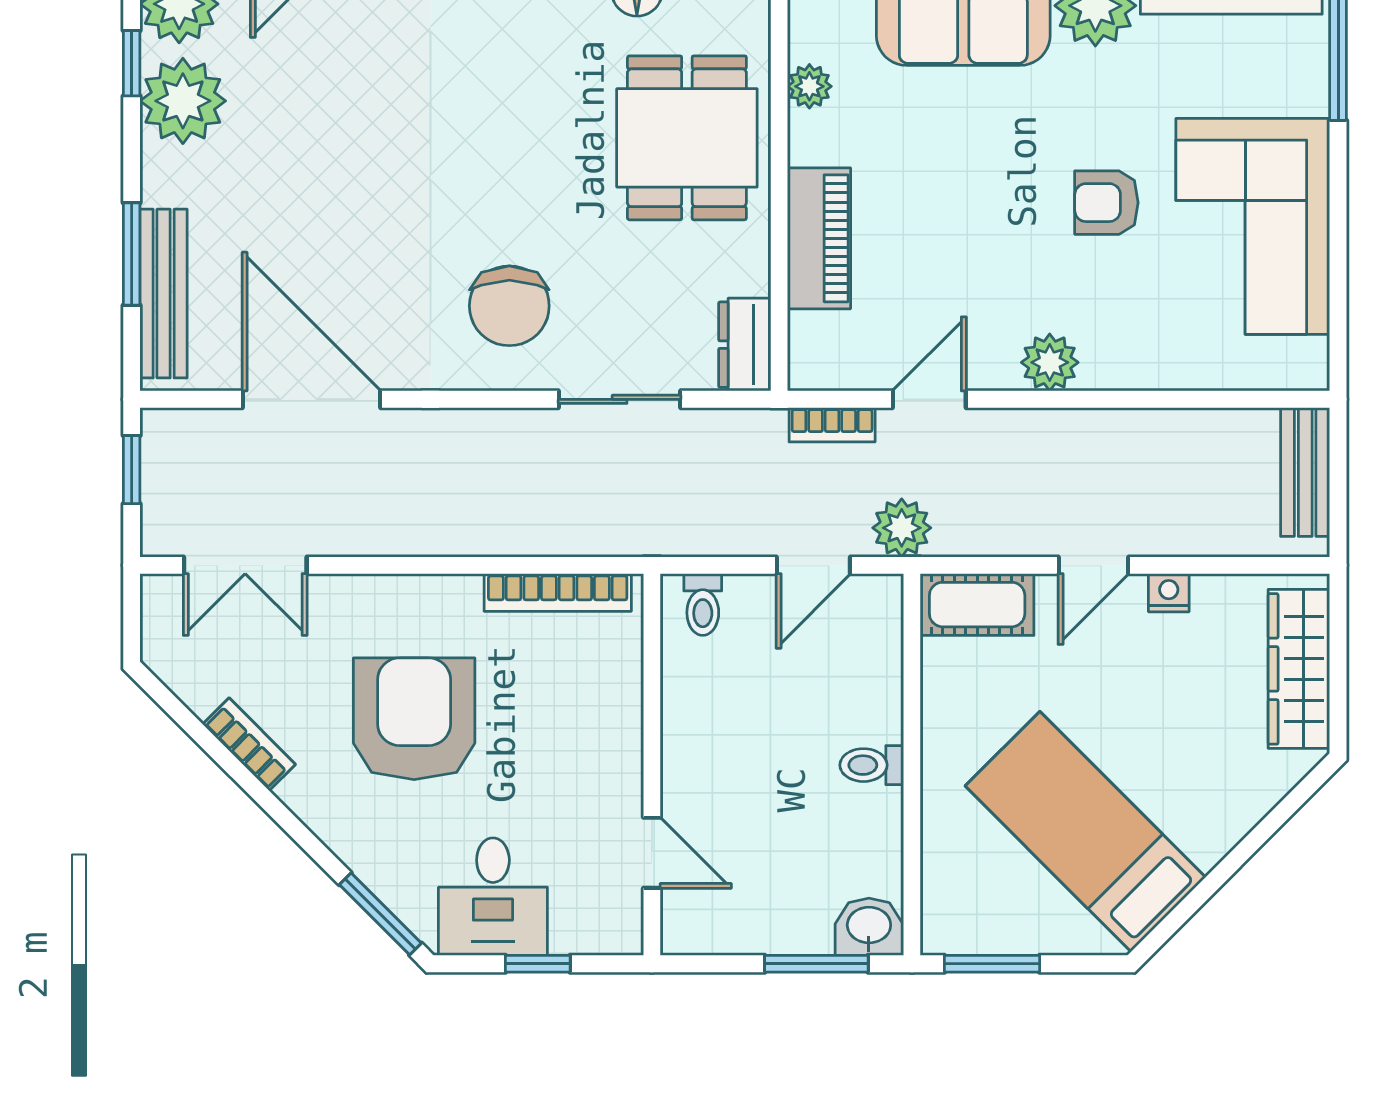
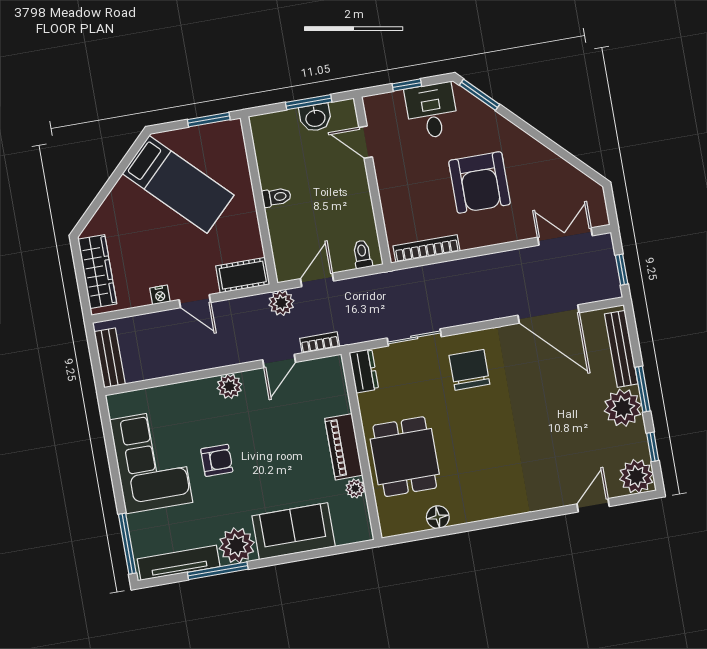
plant: (183, 101) -> (623, 408), moved
piano: (819, 238) -> (344, 447), moved
window: (132, 254) -> (643, 389), moved
door: (1093, 565) -> (195, 301), swing flipped
bookcase: (249, 744) -> (550, 159), removed
washbasin: (869, 927) -> (315, 118), moved
window: (816, 964) -> (309, 102), moved

